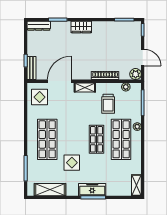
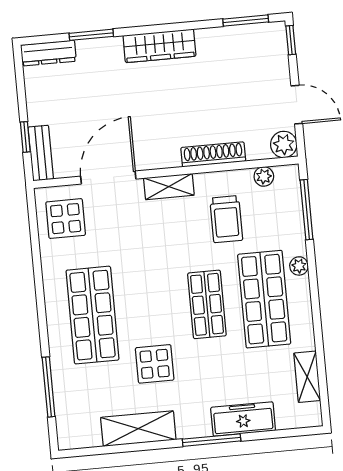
wardrobe: (81, 27) -> (159, 46), width x1.50
shelving: (136, 185) -> (307, 377), moved
shelving: (50, 190) -> (138, 429), moved
freezer: (92, 190) -> (243, 419), moved

